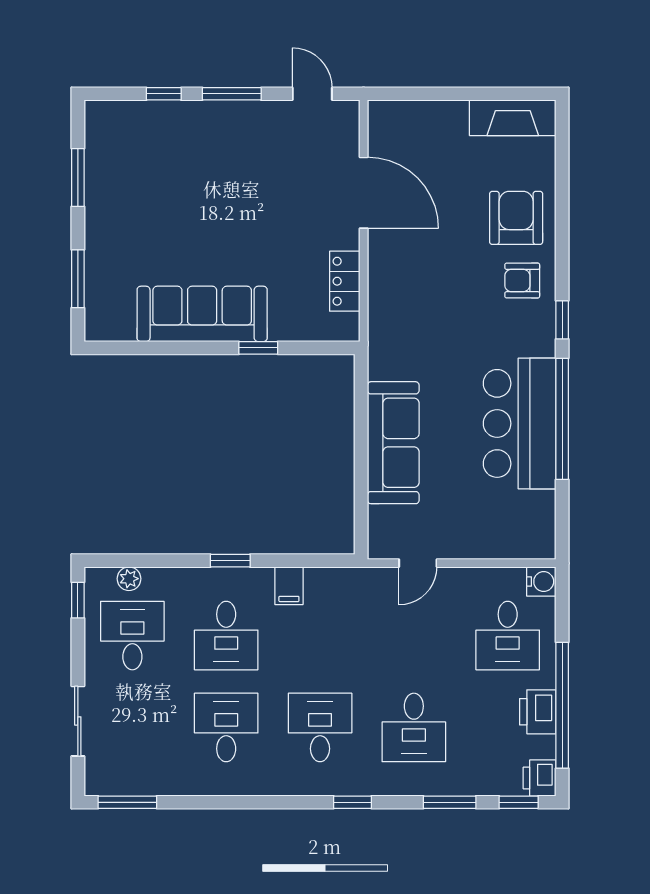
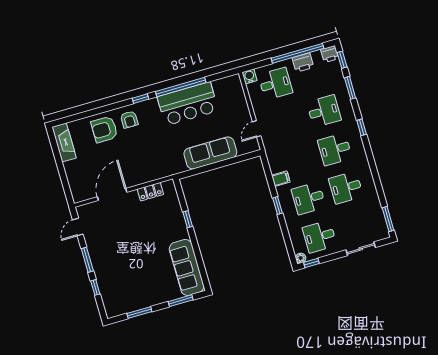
sofa: (202, 314) -> (187, 267), moved
door: (418, 563) -> (257, 129), swing flipped
plant: (129, 579) -> (301, 258), moved
desk: (226, 636) -> (308, 198), turned 180

